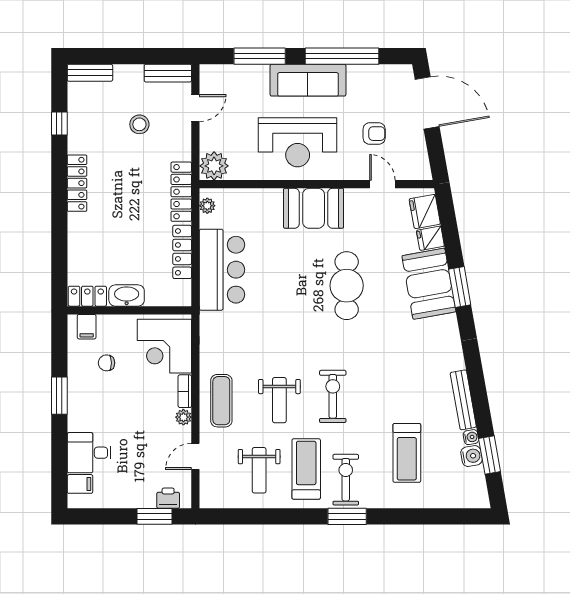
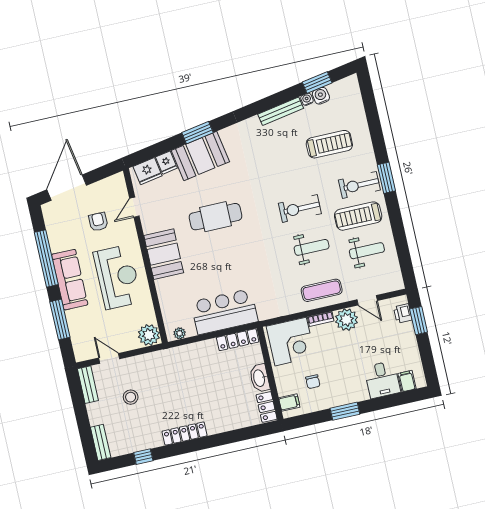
locker: (181, 192) -> (174, 355), removed
locker: (182, 252) -> (238, 340), moved
plant: (183, 417) -> (347, 320), width x1.88, depth x1.88

